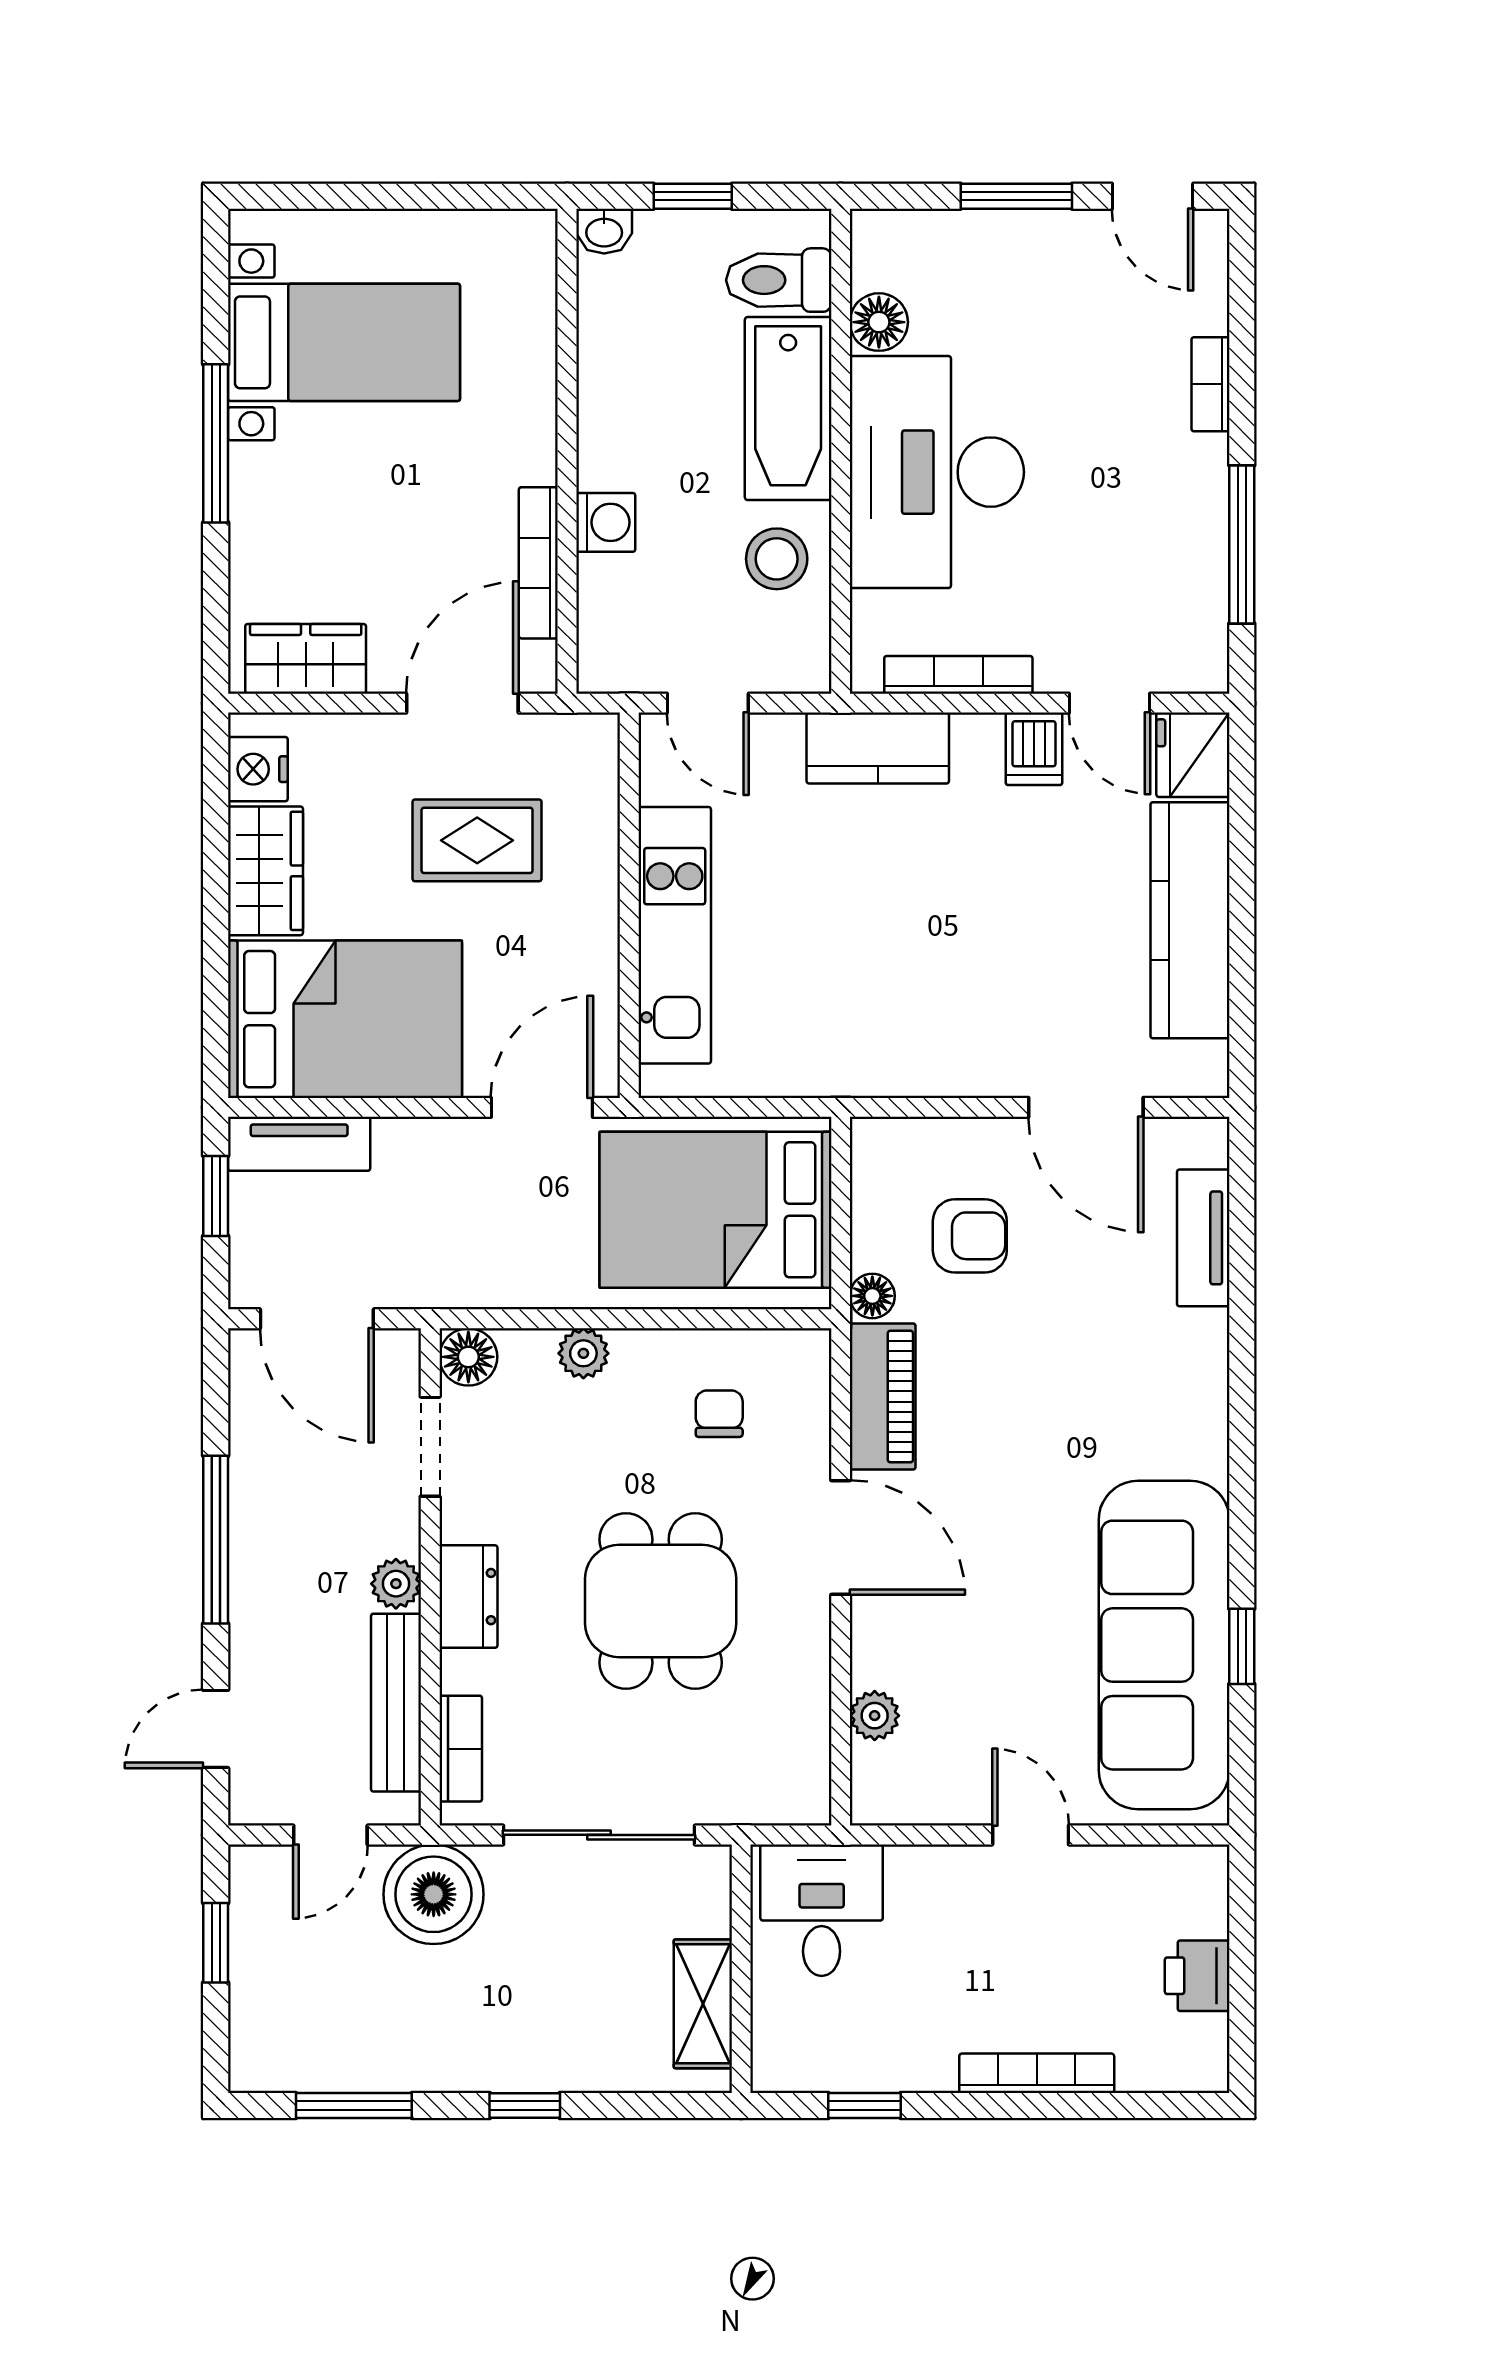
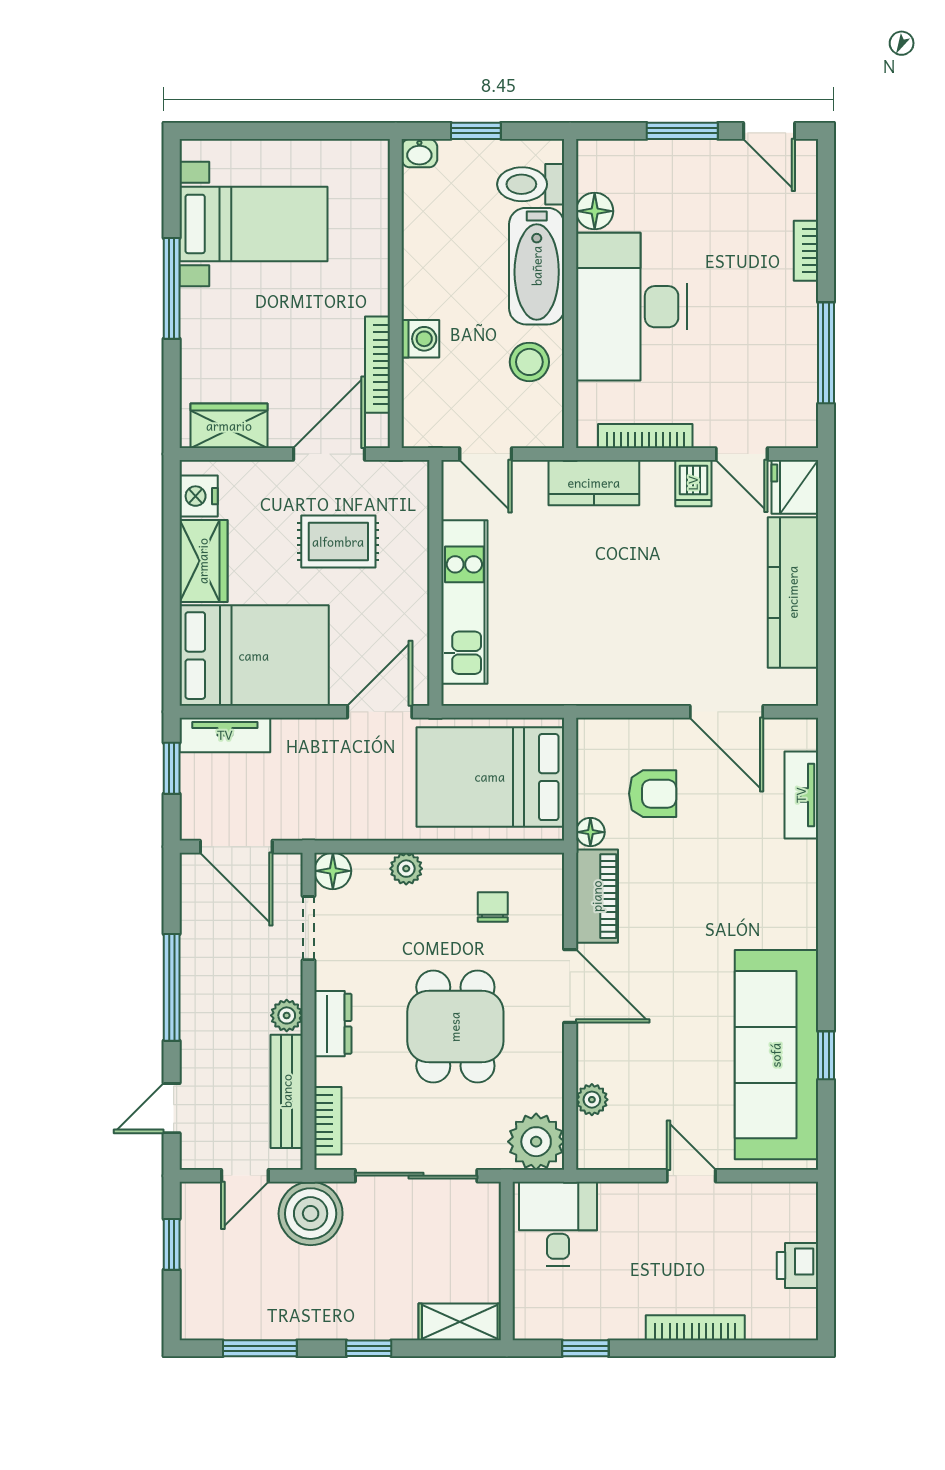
plant: (787, 1782) -> (536, 1142), added
shelving: (703, 2004) -> (460, 1322), moved, turned 90

